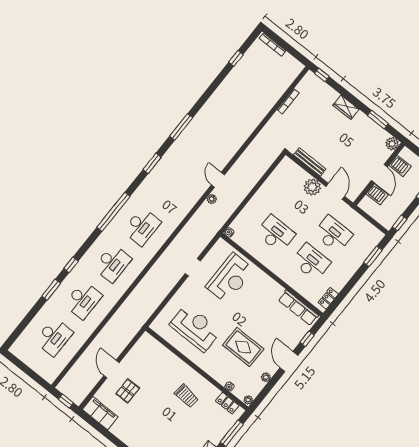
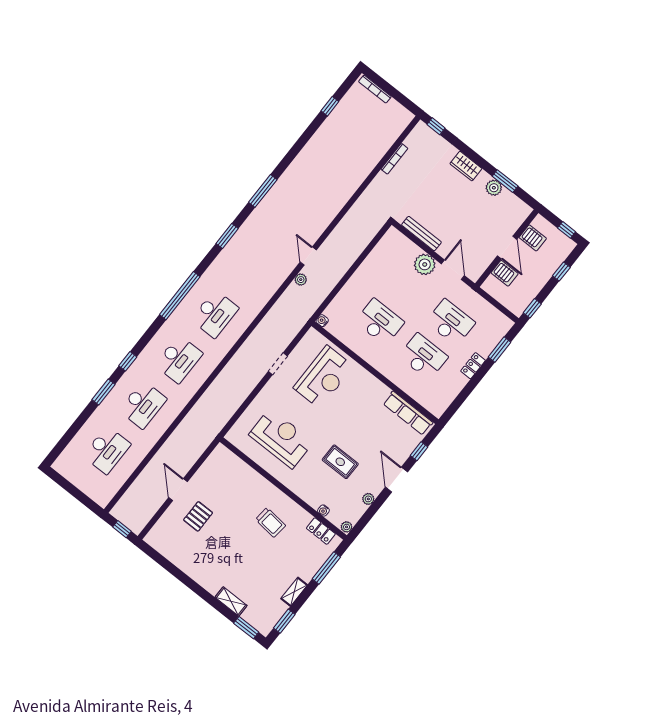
plant: (392, 144) -> (494, 188), moved
locker: (328, 298) -> (473, 366), moved
rug: (243, 347) -> (340, 462), width x0.73, depth x0.70
filing cabinet: (100, 413) -> (164, 544), removed

